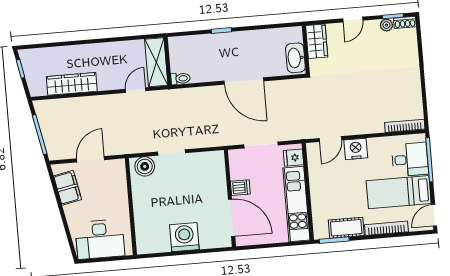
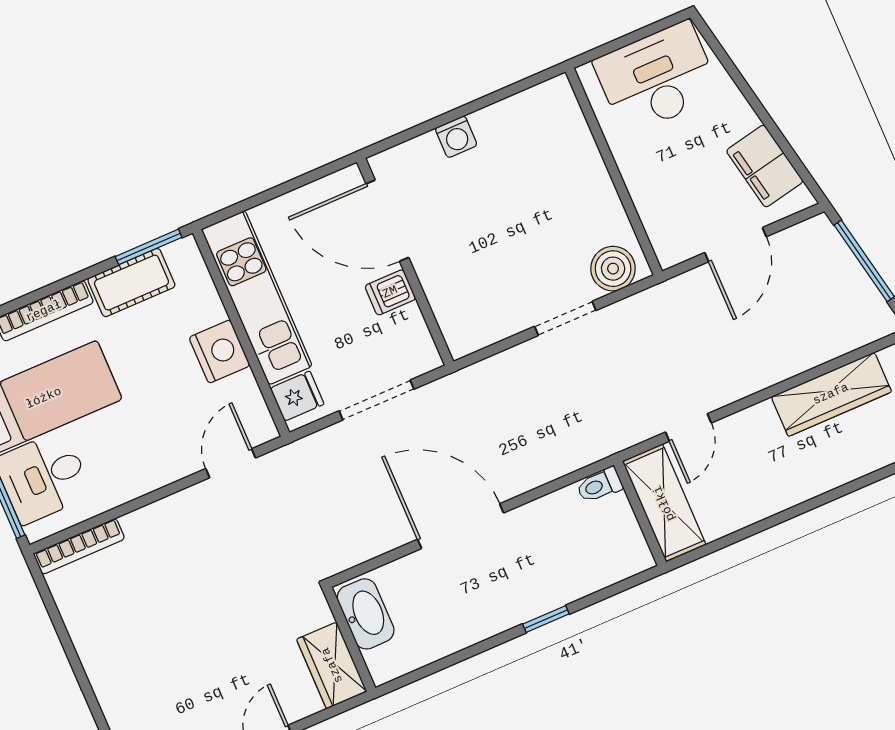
nightstand: (356, 149) -> (219, 352), moved, turned -90
washing machine: (184, 237) -> (456, 137), width x0.53, depth x0.53

